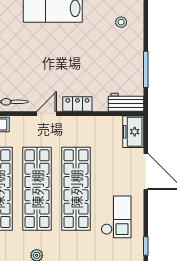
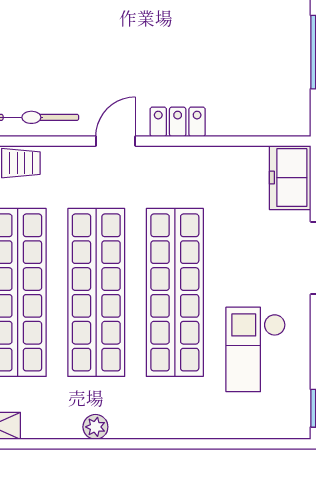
workbench: (126, 102) -> (276, 118), removed
checkout: (116, 217) -> (256, 349), turned 180

